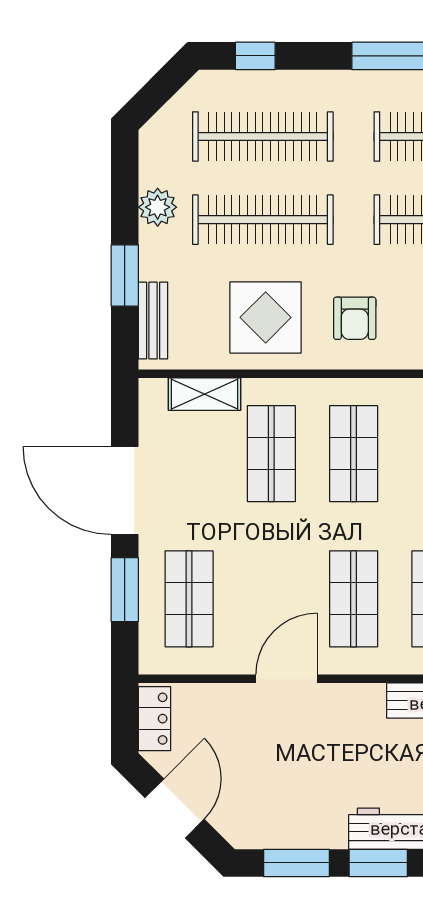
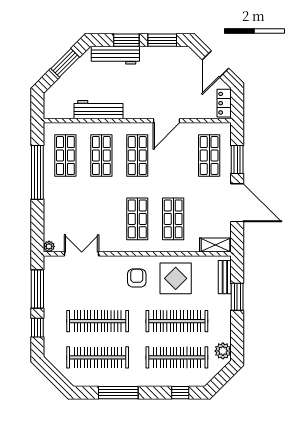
plant: (158, 207) -> (223, 351), moved
shelving: (204, 394) -> (215, 245), moved

